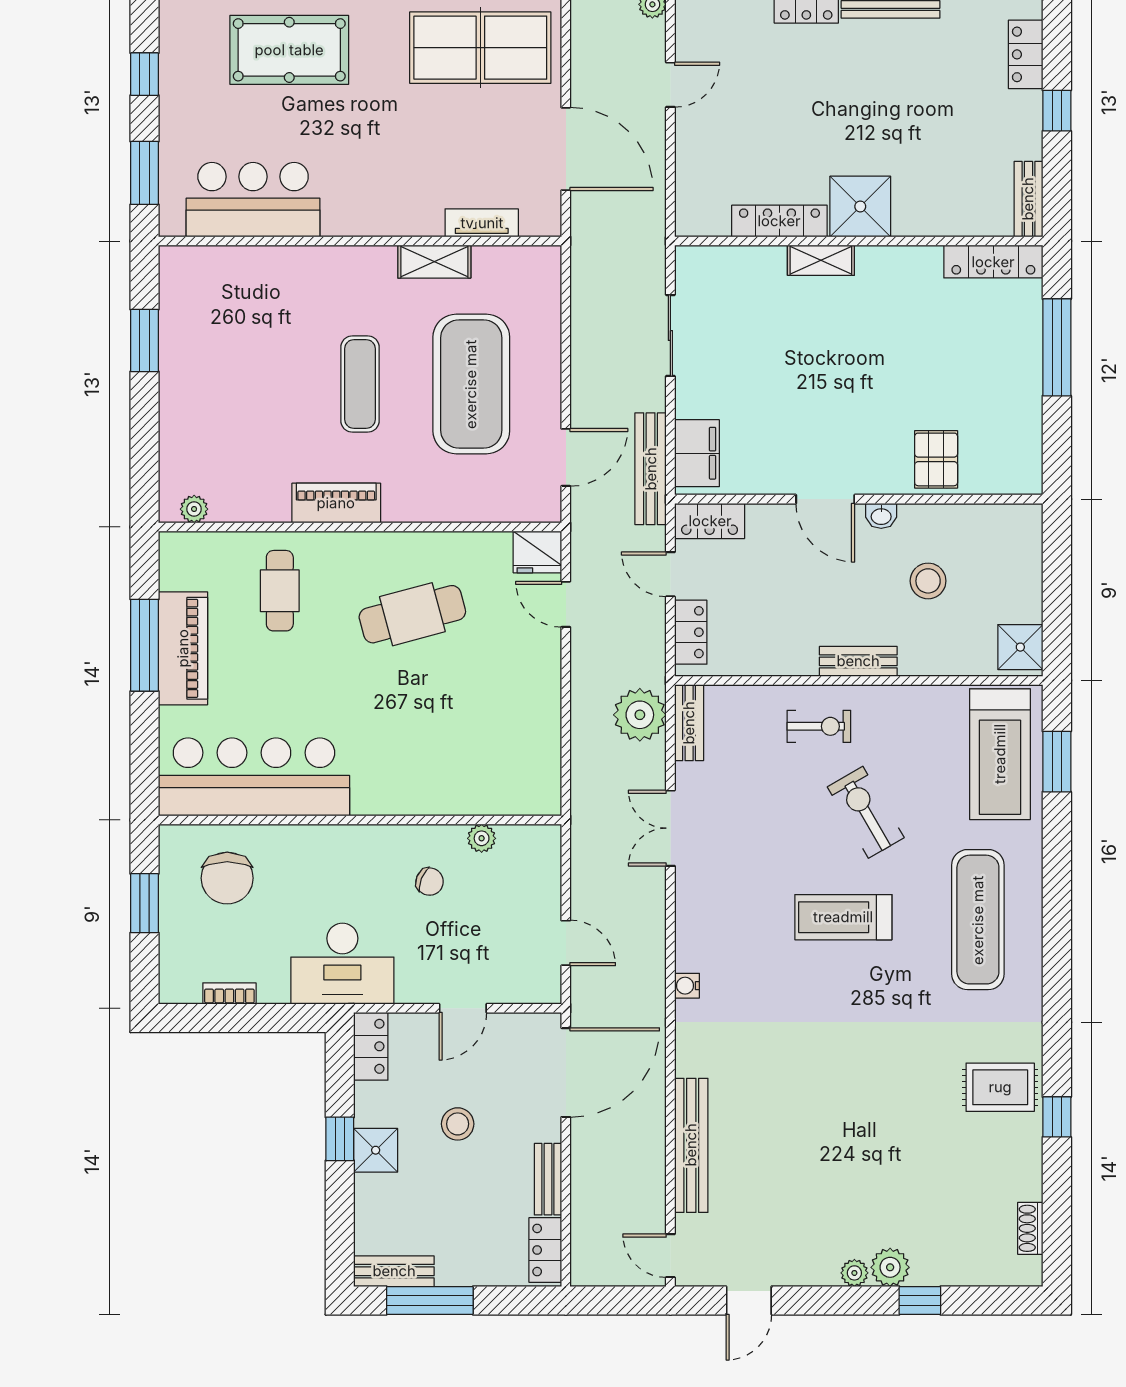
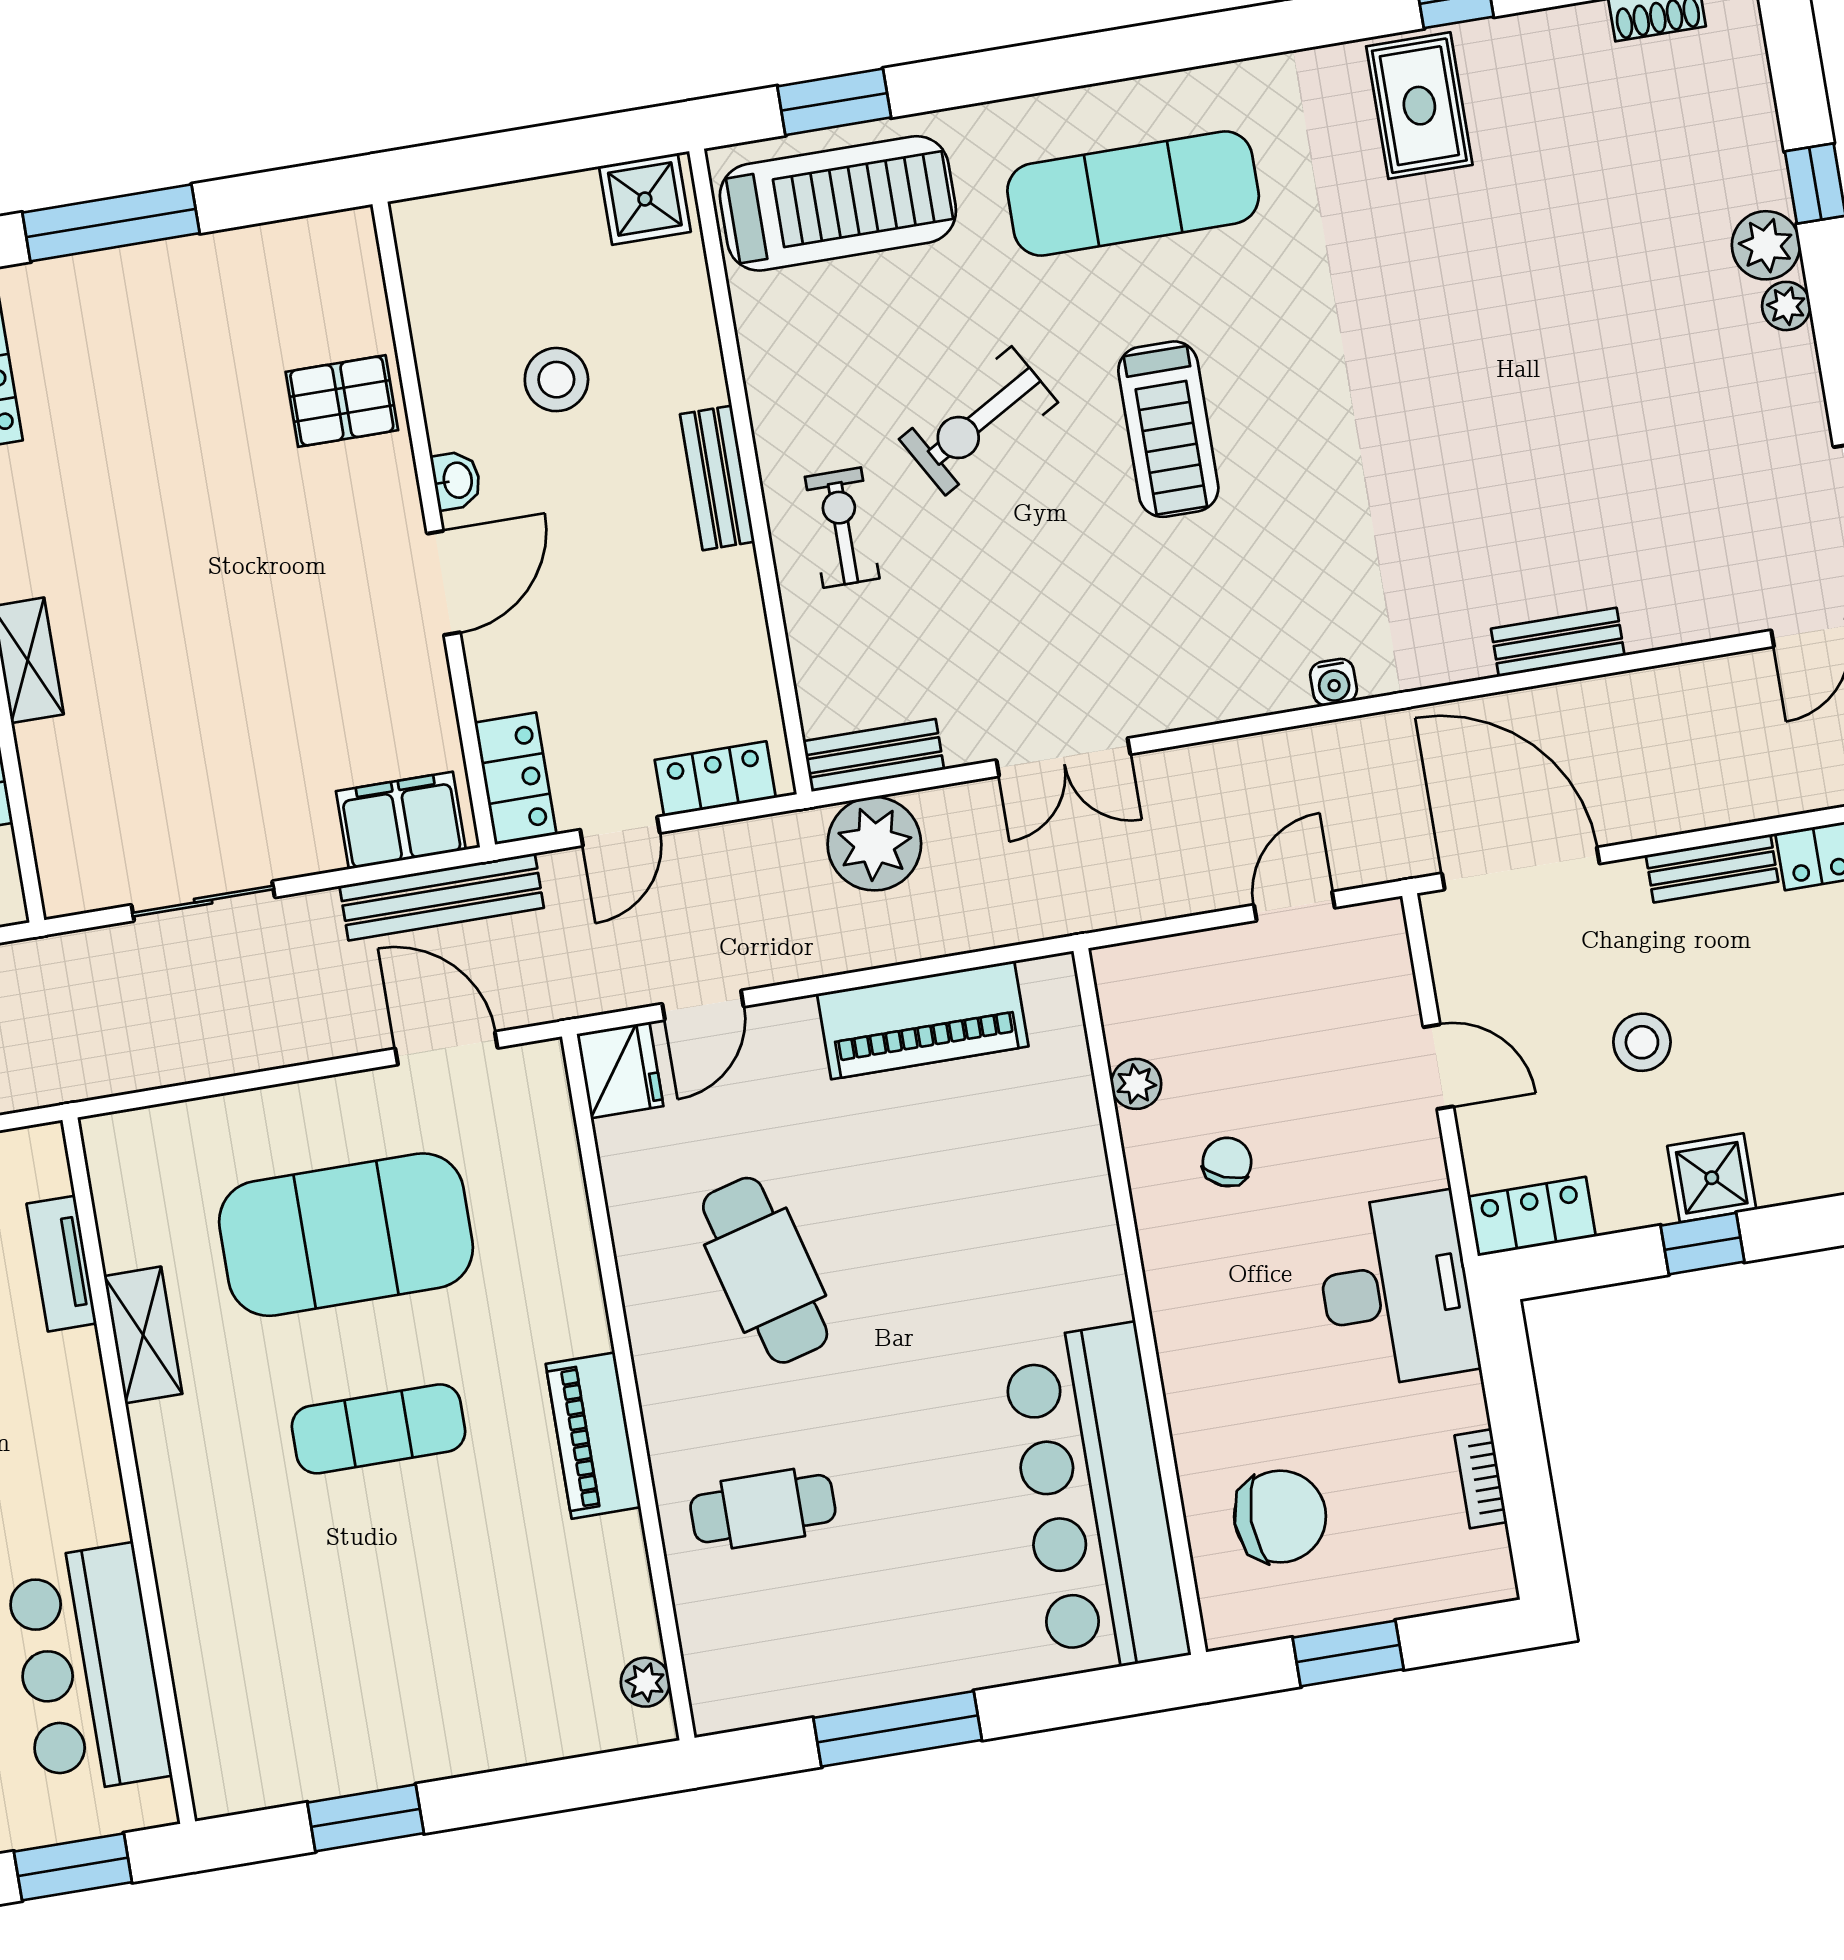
piano: (183, 648) -> (923, 1020), moved, turned 180
bench: (691, 1145) -> (1558, 642), width x0.54, depth x0.82

